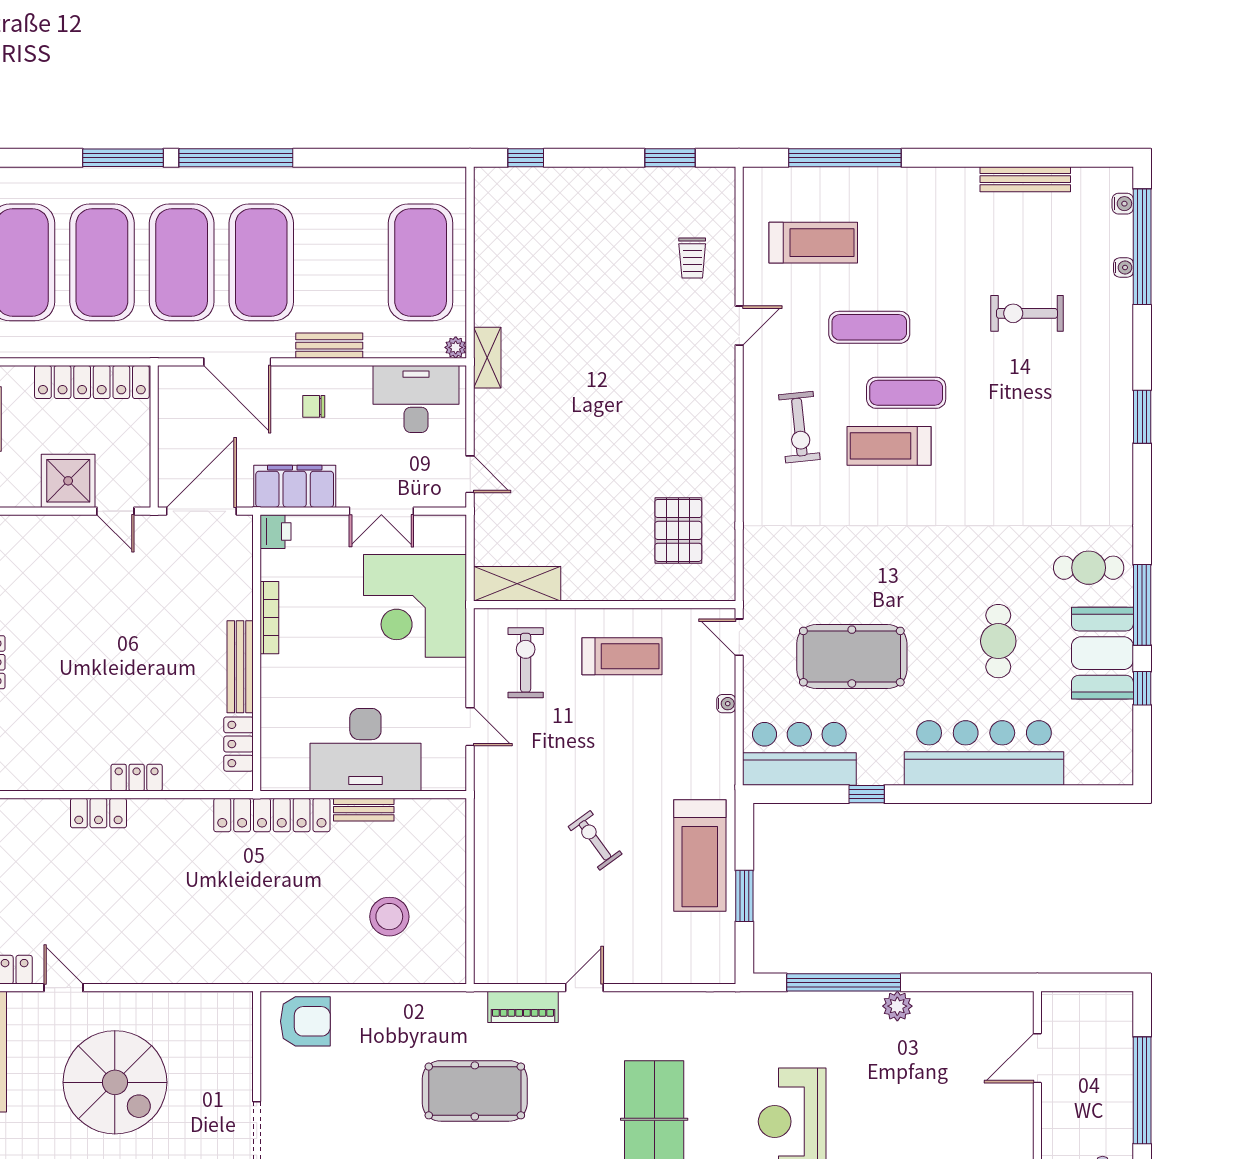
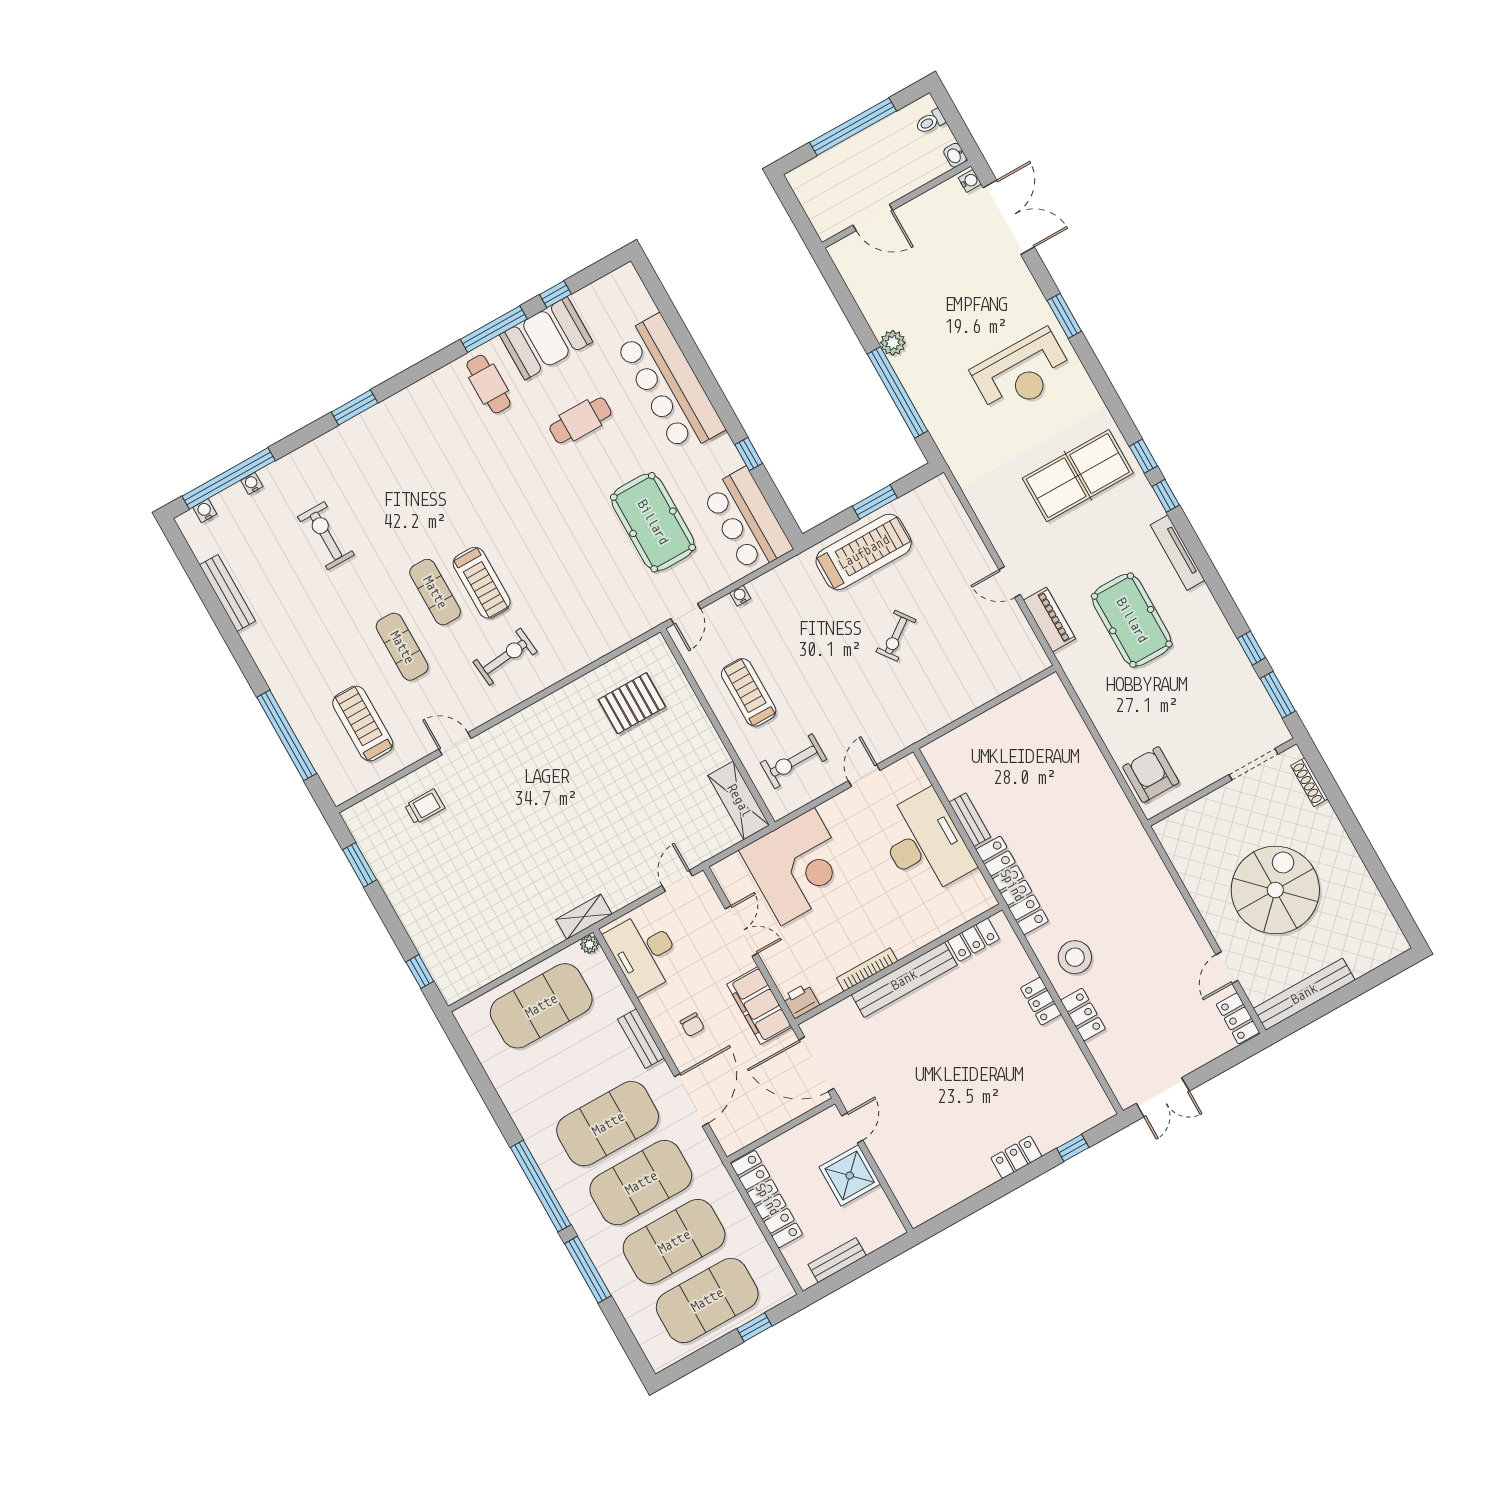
exercise bike: (1027, 313) -> (326, 536), turned 180
bench: (240, 667) -> (904, 980), width x1.37, depth x1.21
stool: (389, 917) -> (1075, 957), moved

